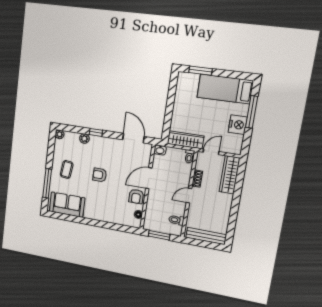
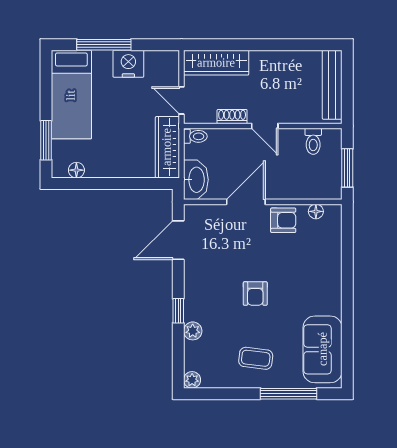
floor lamp: (181, 86) -> (76, 170), added
washbasin: (160, 150) -> (196, 180), width x1.91, depth x1.45
door: (149, 178) -> (246, 202), swing flipped

